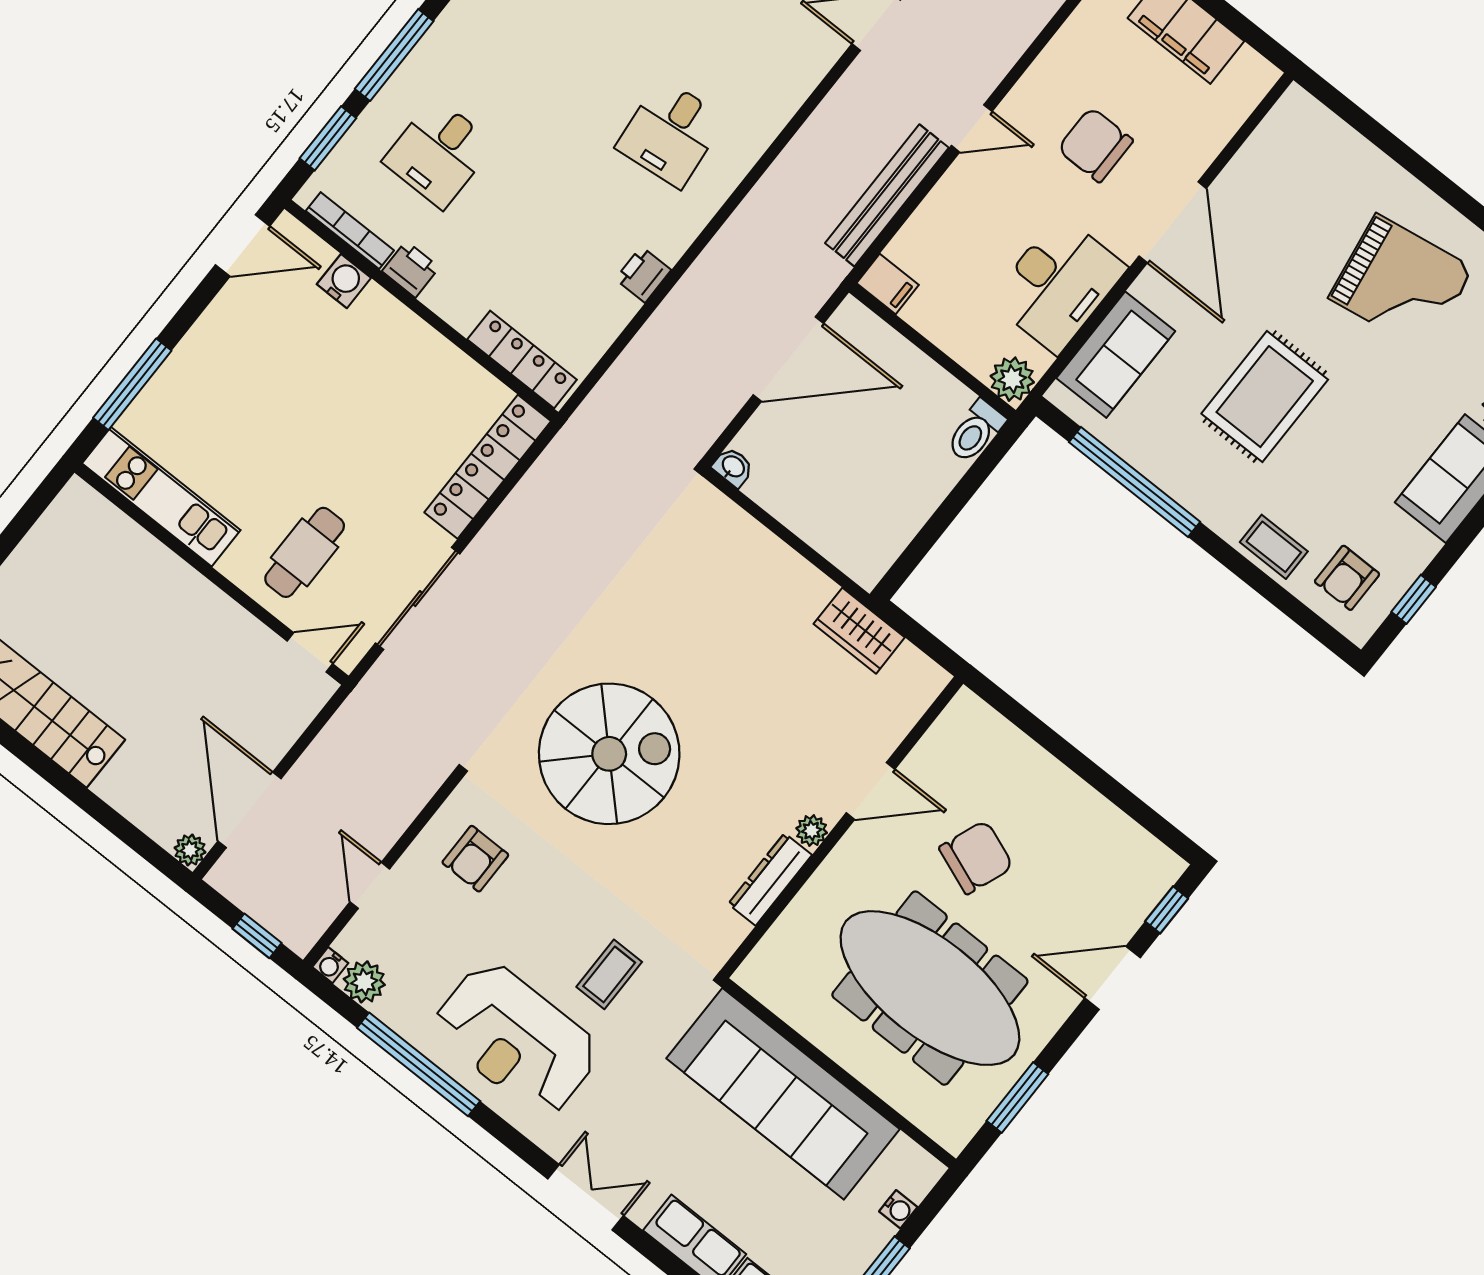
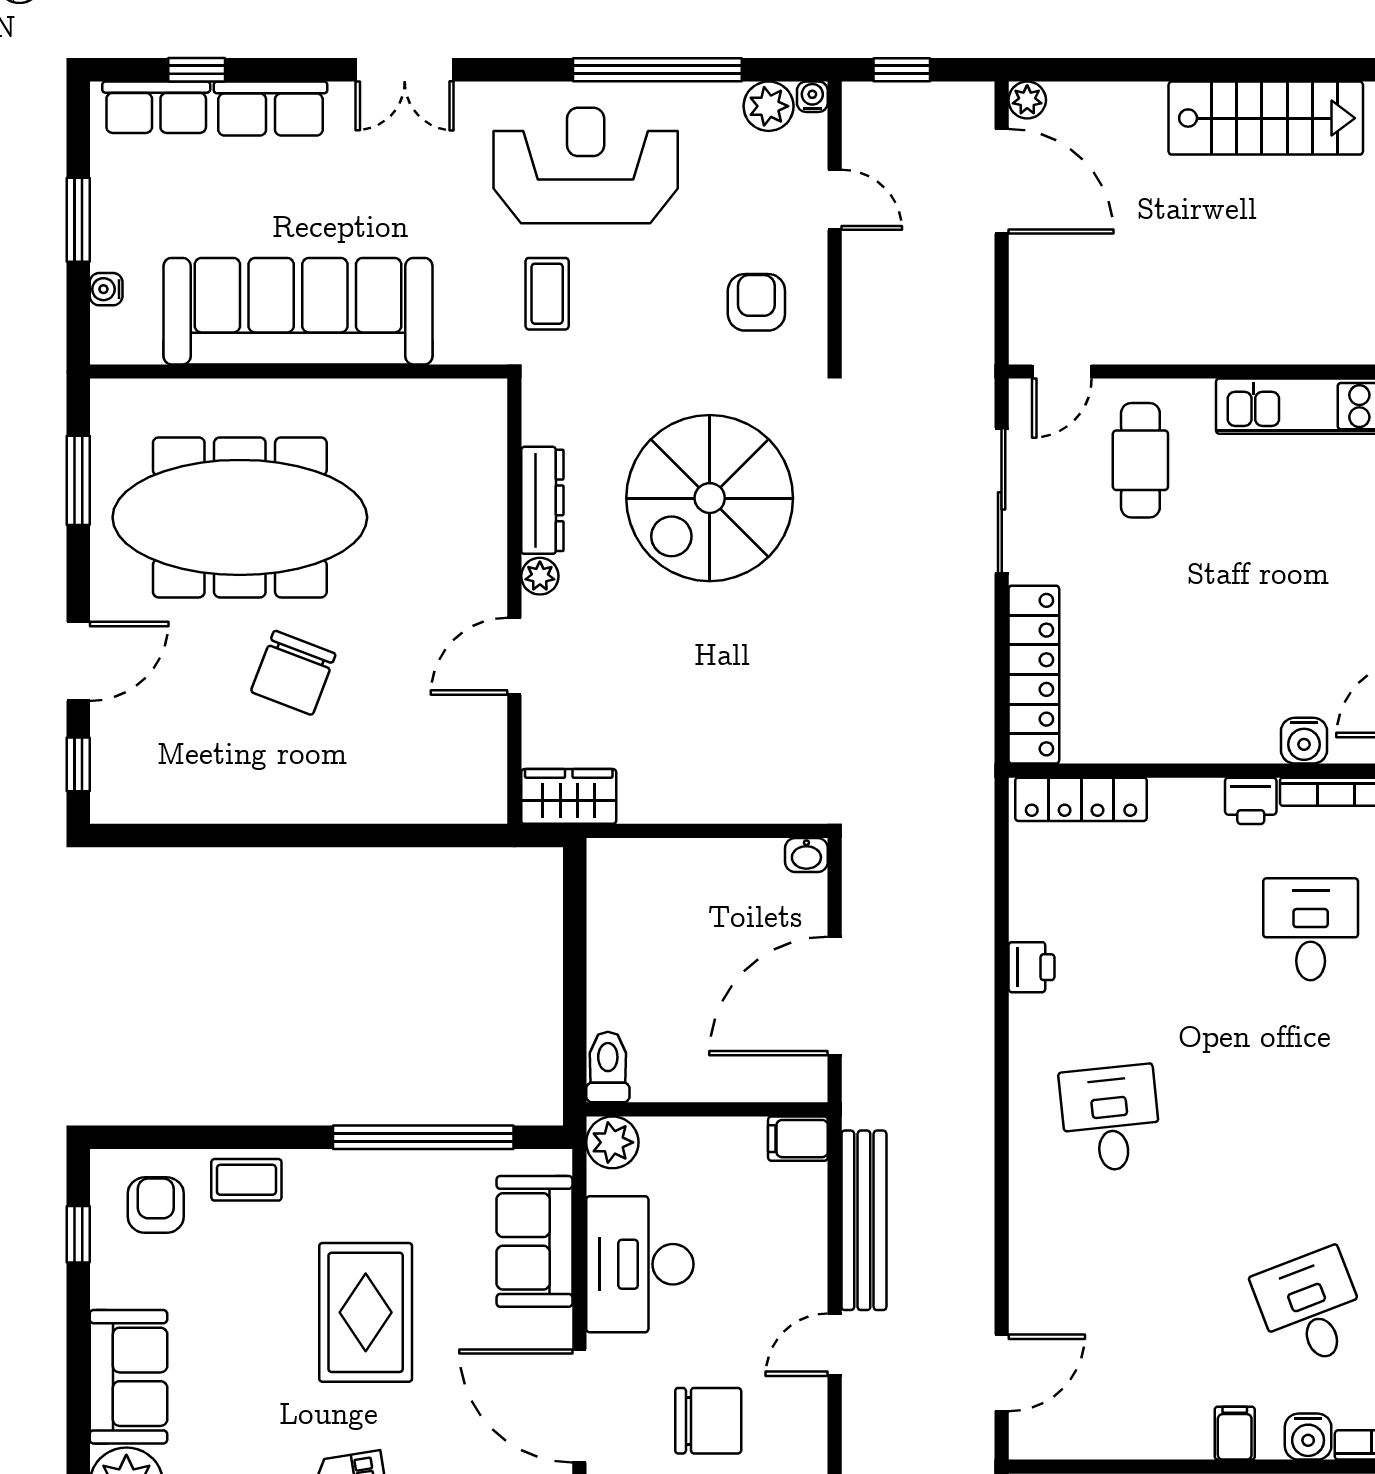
door: (870, 791) -> (514, 656), moved
wall: (842, 827) -> (514, 601), moved
plant: (812, 831) -> (540, 576), moved
dresser: (770, 879) -> (542, 500), moved

